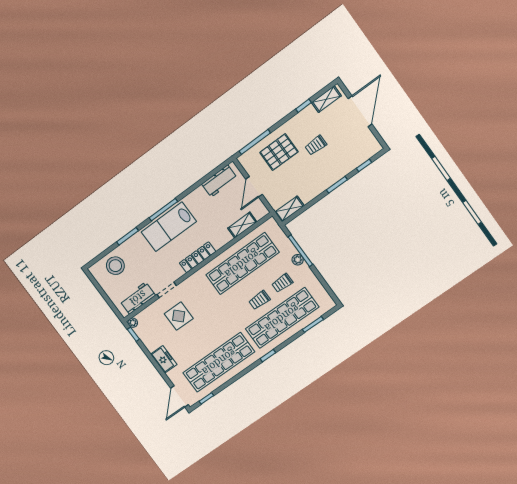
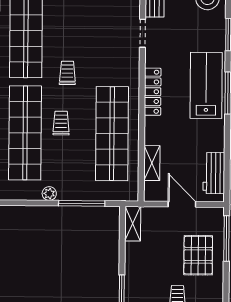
plant: (298, 260) -> (49, 194), moved
trolley: (282, 283) -> (67, 73), moved
display table: (179, 316) -> (106, 25), removed

